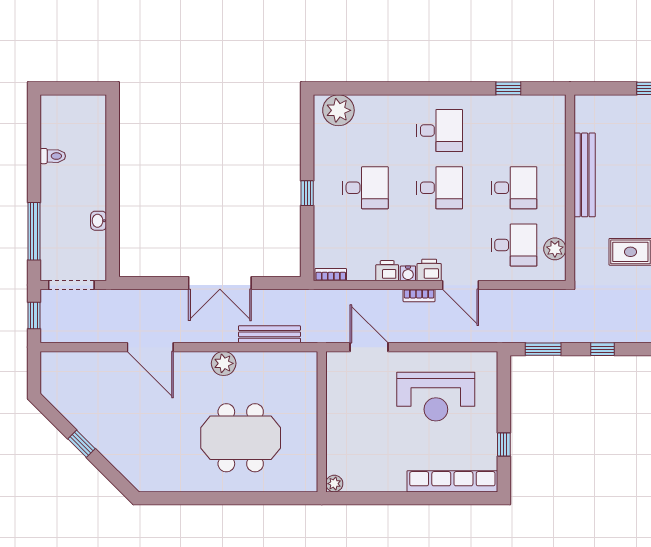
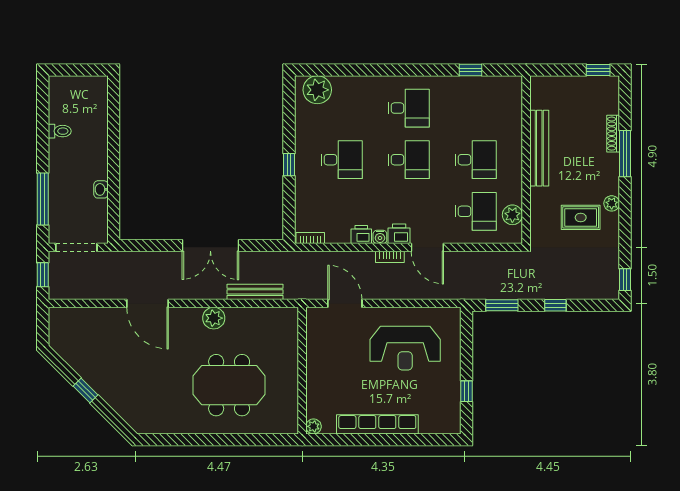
row of seats: (452, 481) -> (377, 424), moved

